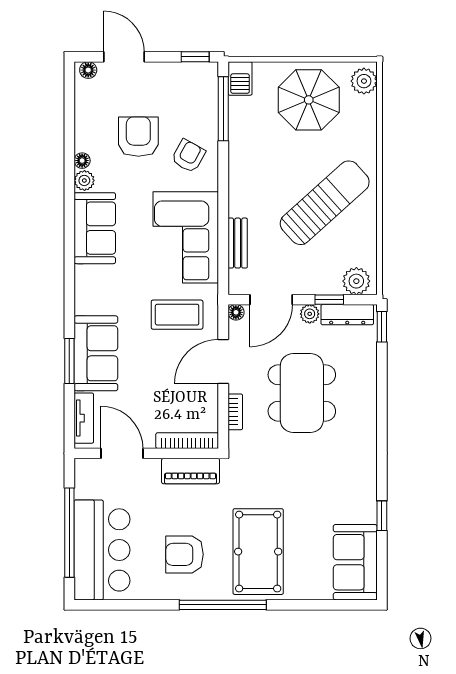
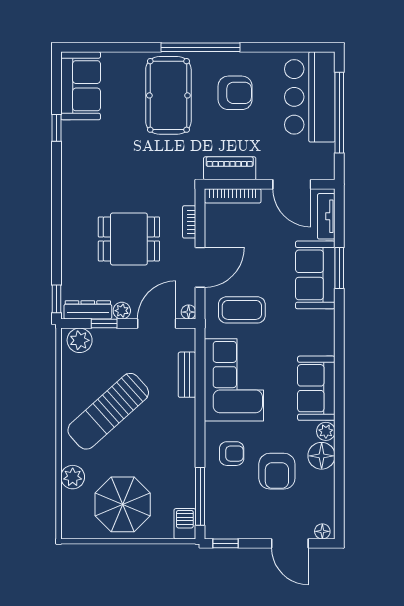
plant: (364, 81) -> (73, 477), moved
armchair: (188, 156) -> (232, 454), turned -119
floor lamp: (82, 161) -> (322, 456), width x1.89, depth x1.89
dining table: (302, 393) -> (129, 239), width x0.73

